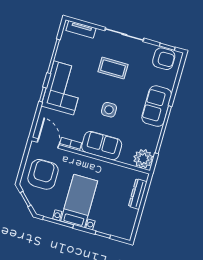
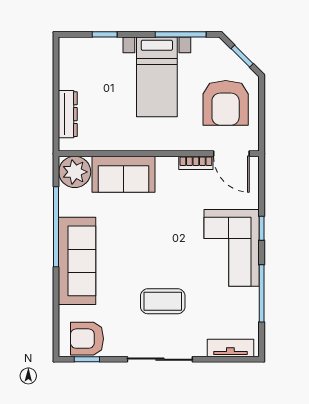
sofa: (157, 106) -> (77, 261), width x1.36
side table: (109, 110) -> (151, 234), removed
sofa: (102, 146) -> (124, 174), moved

